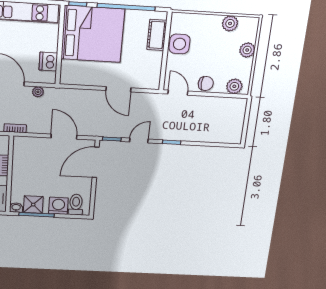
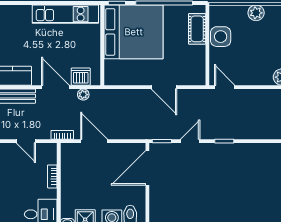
plant: (230, 23) -> (256, 13), moved
dishwasher: (48, 62) -> (81, 77), moved, turned 90
chair: (206, 83) -> (252, 76), removed
door: (64, 137) -> (94, 141), moved

